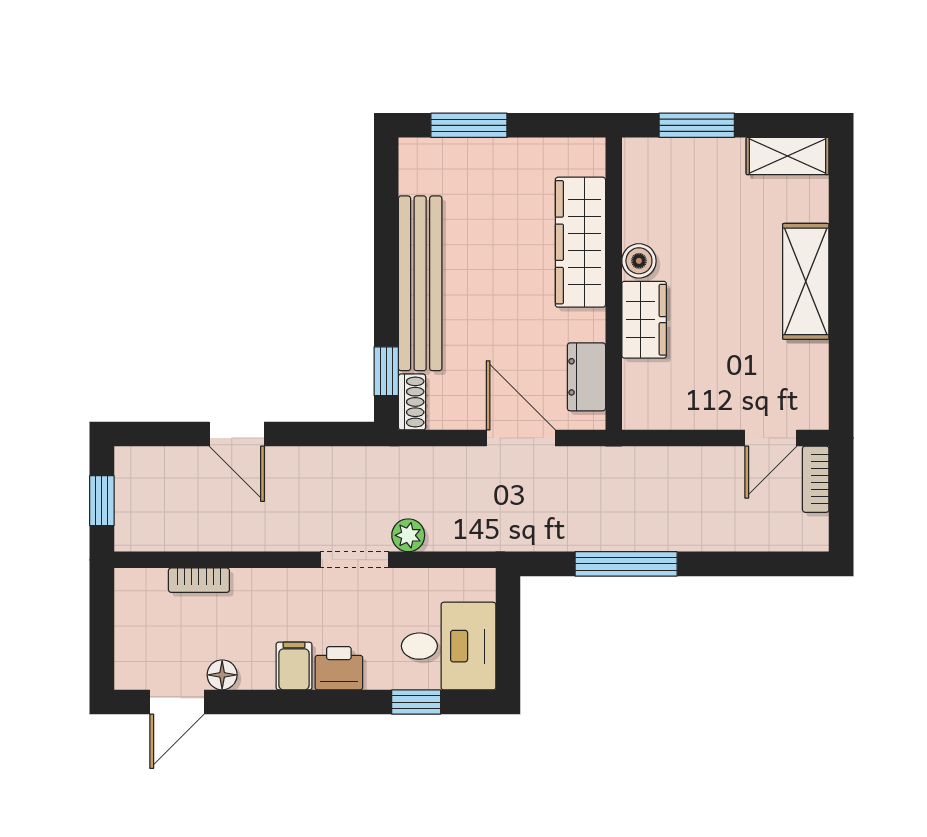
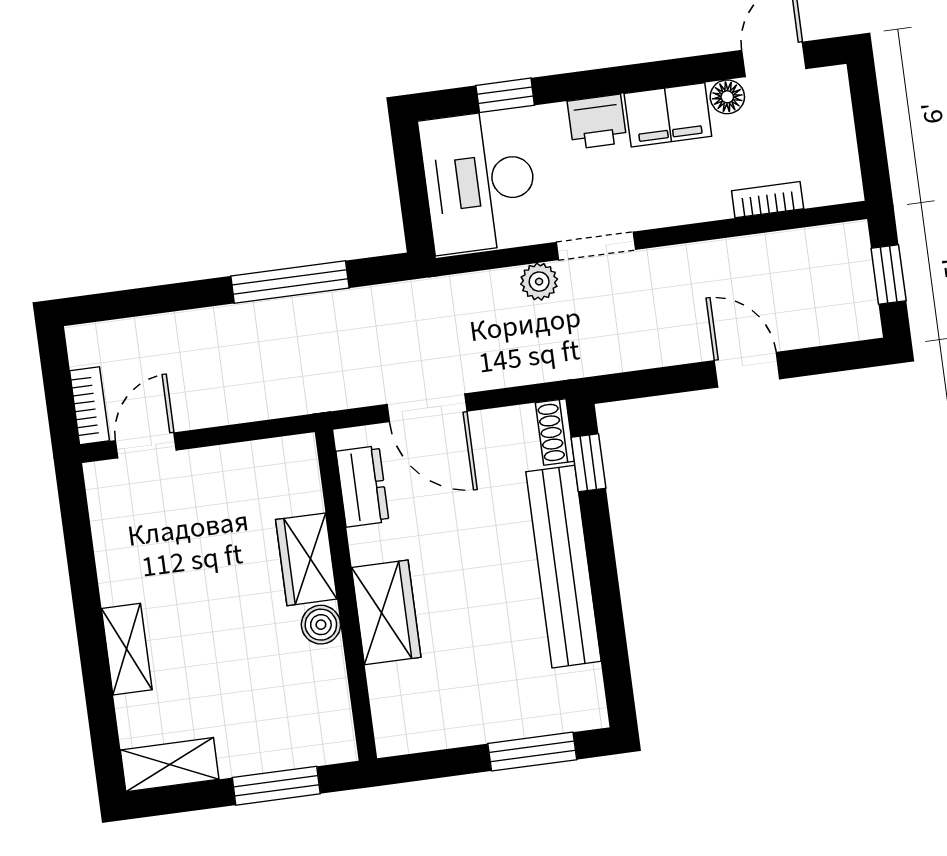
wardrobe: (580, 242) -> (386, 612), width x0.67
shelving: (806, 281) -> (127, 649), width x0.67, depth x0.75
desk: (449, 646) -> (479, 181), width x1.37
filing cabinet: (294, 666) -> (668, 115), width x2.00

